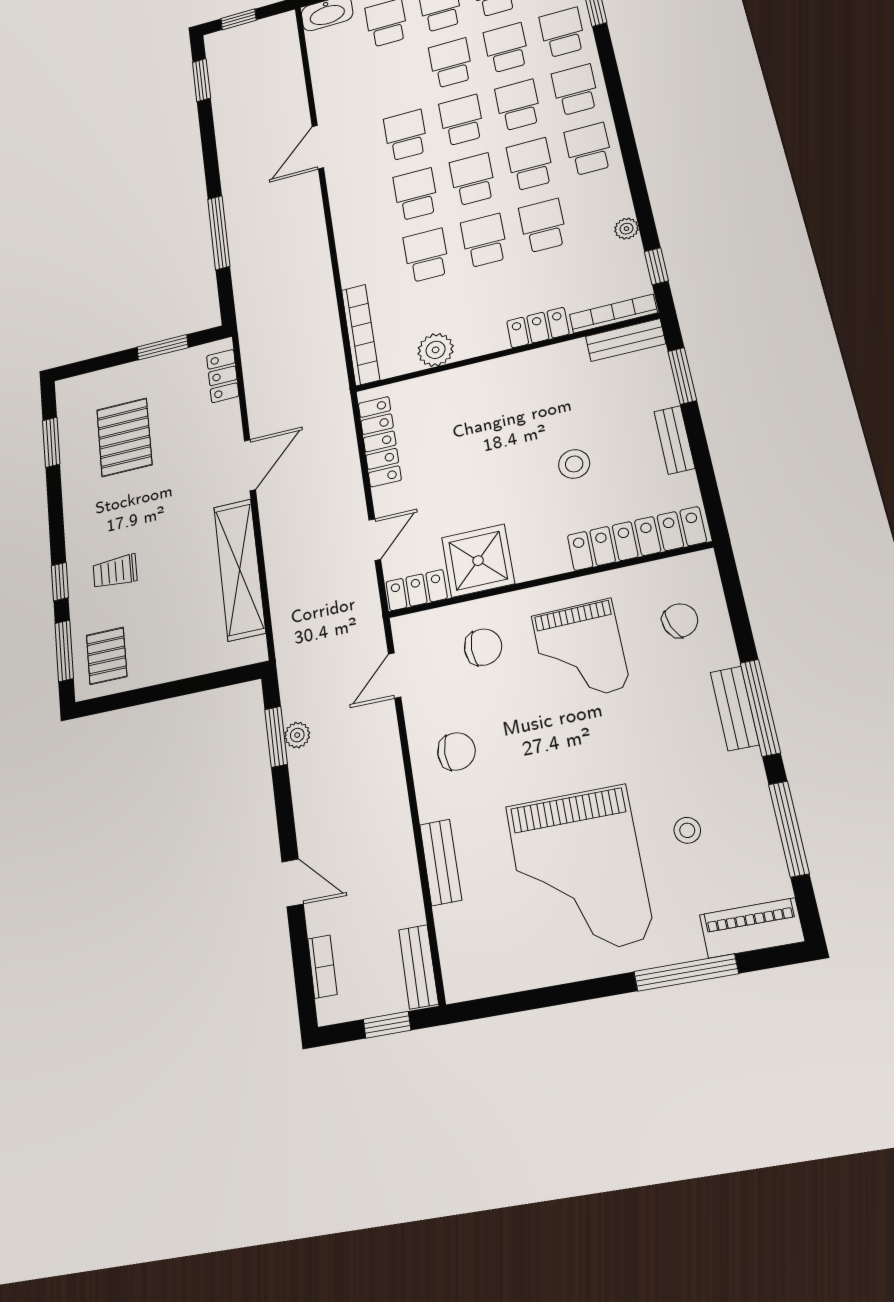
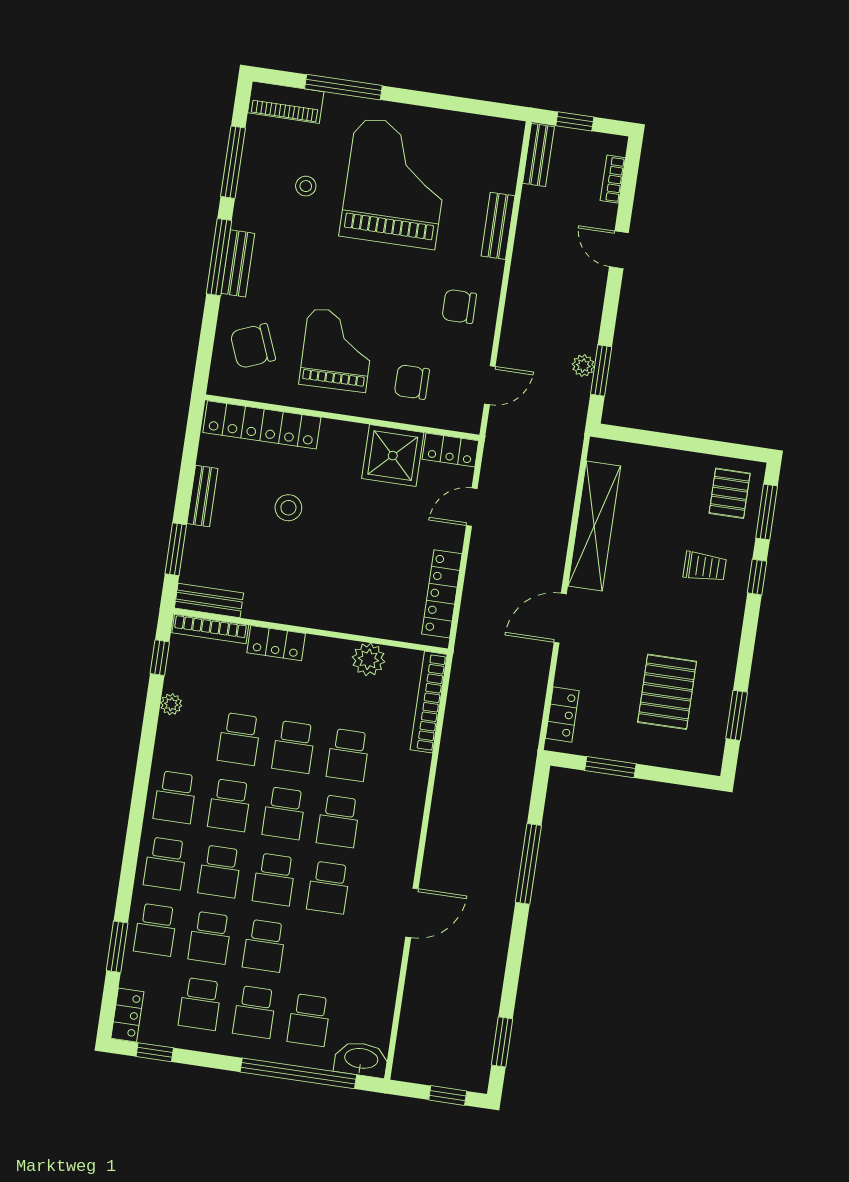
chair: (680, 620) -> (253, 346), width x1.37, depth x1.37

